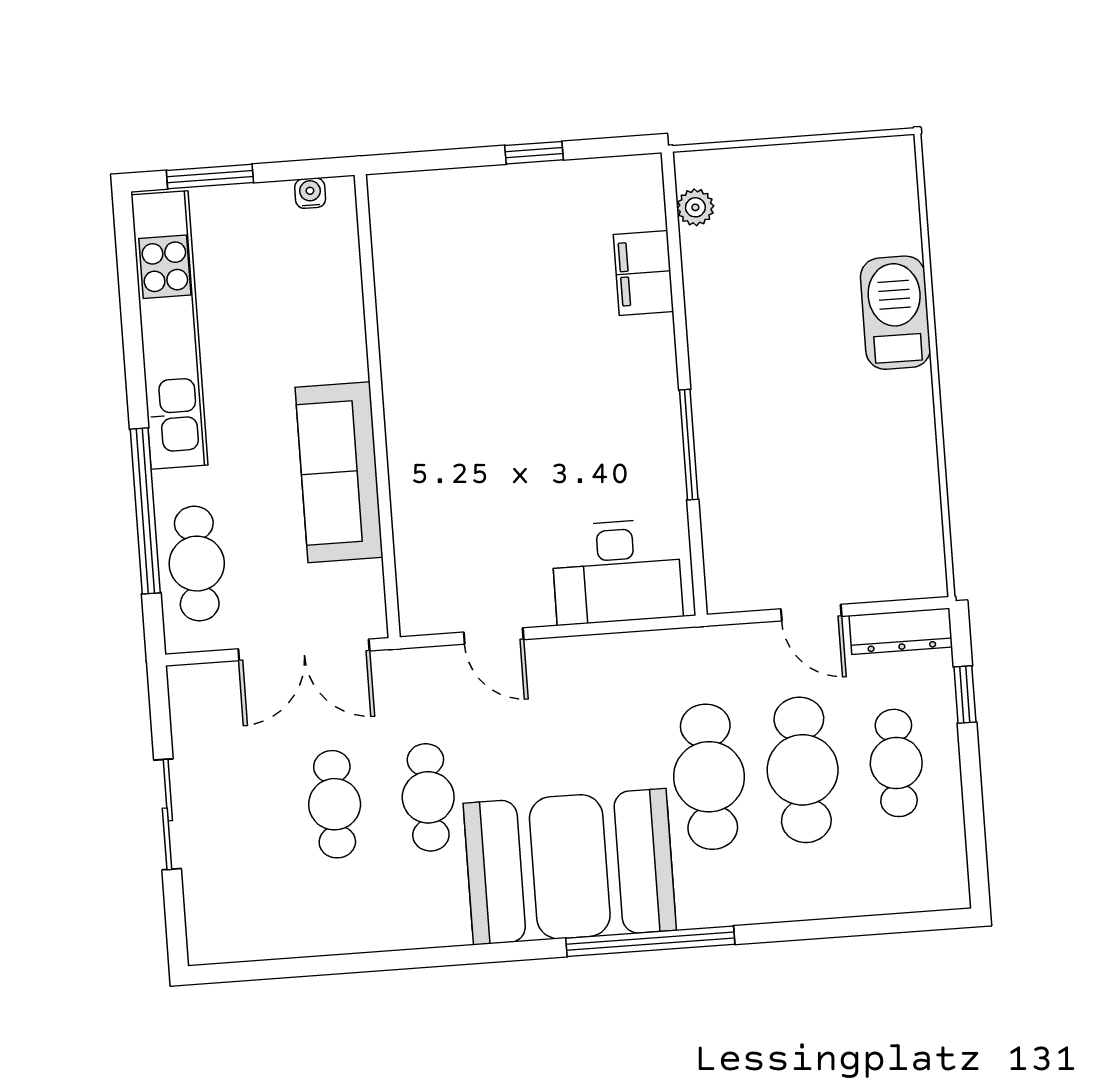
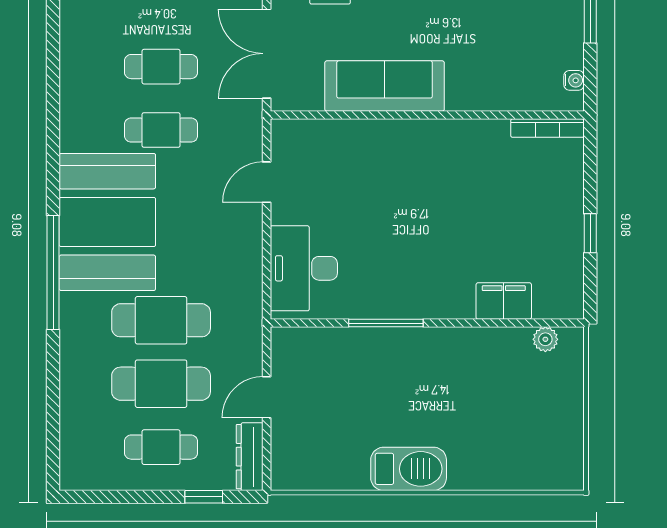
bookcase: (383, 227) -> (547, 128), added
barbecue: (895, 313) -> (409, 469), moved

